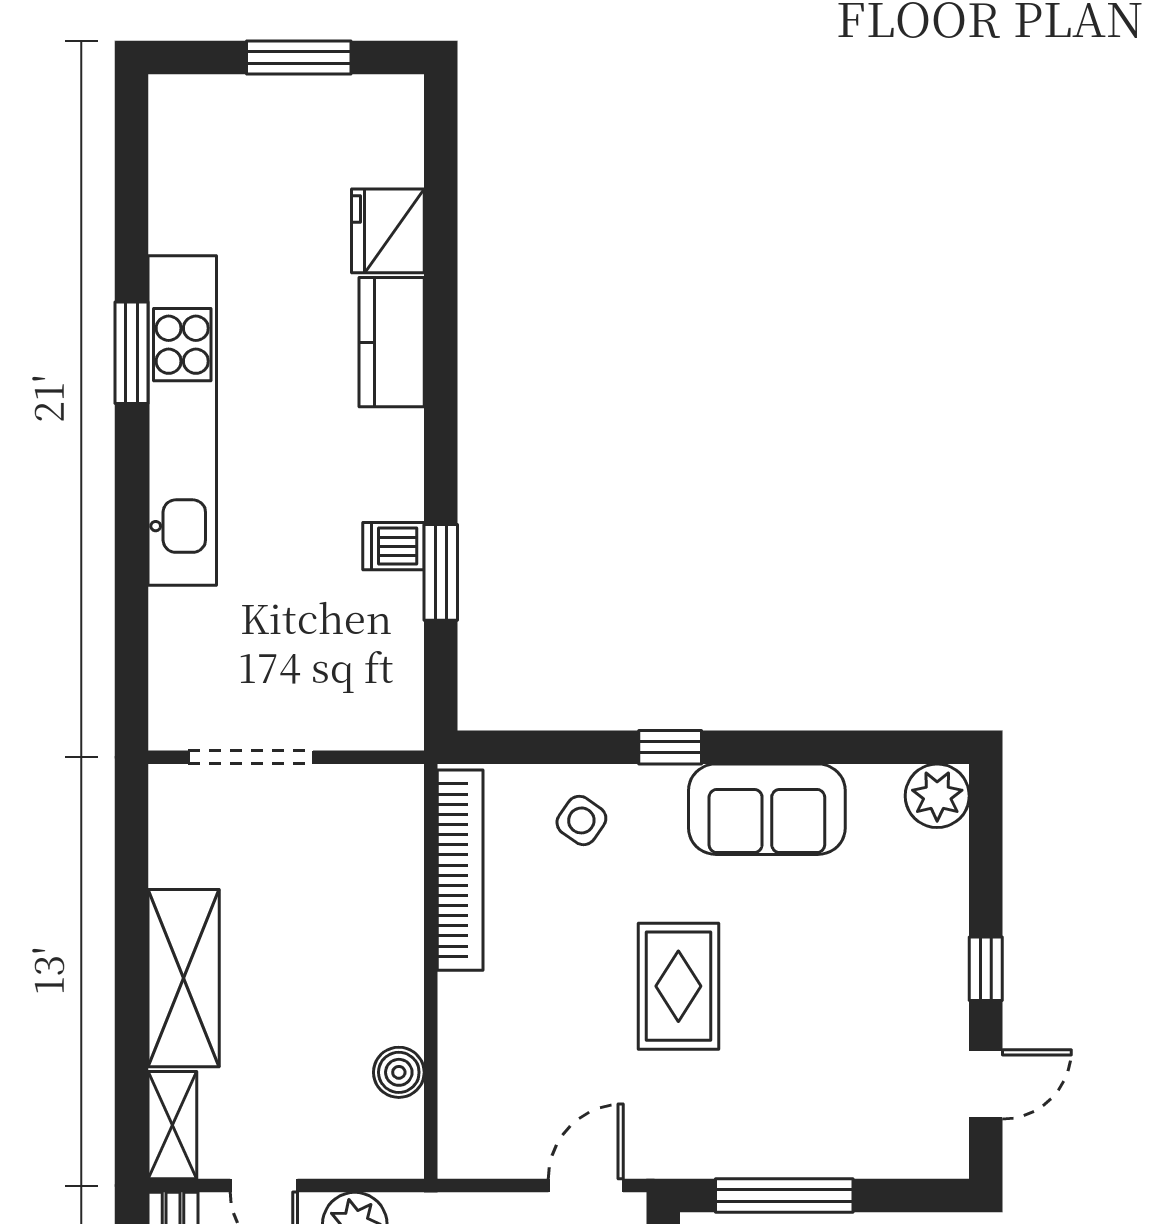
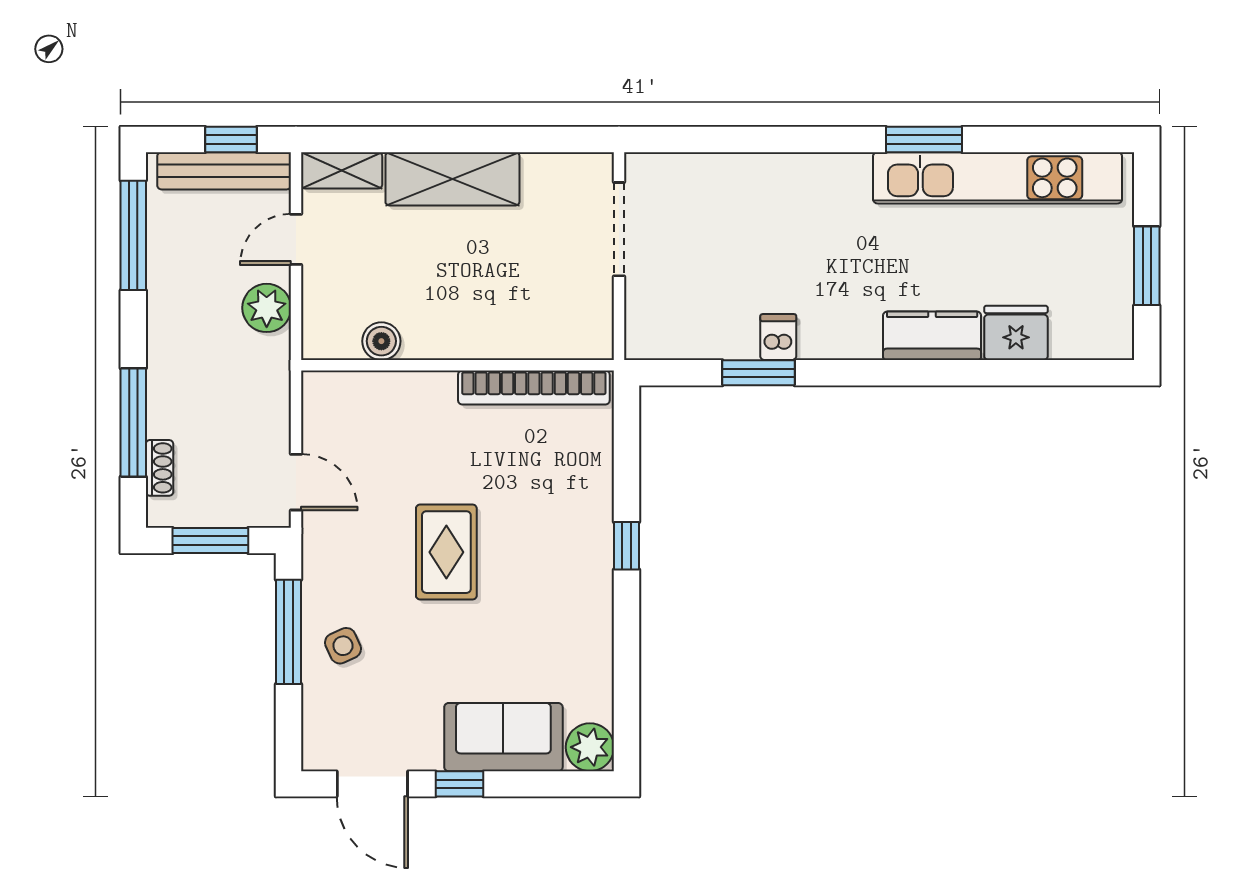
kitchen unit: (182, 421) -> (998, 178), moved
sofa: (767, 809) -> (503, 737), moved, turned 90
side table: (581, 820) -> (343, 646), moved, turned 31
rug: (678, 986) -> (446, 552), turned 90
door: (986, 1084) -> (372, 784), width x1.38

